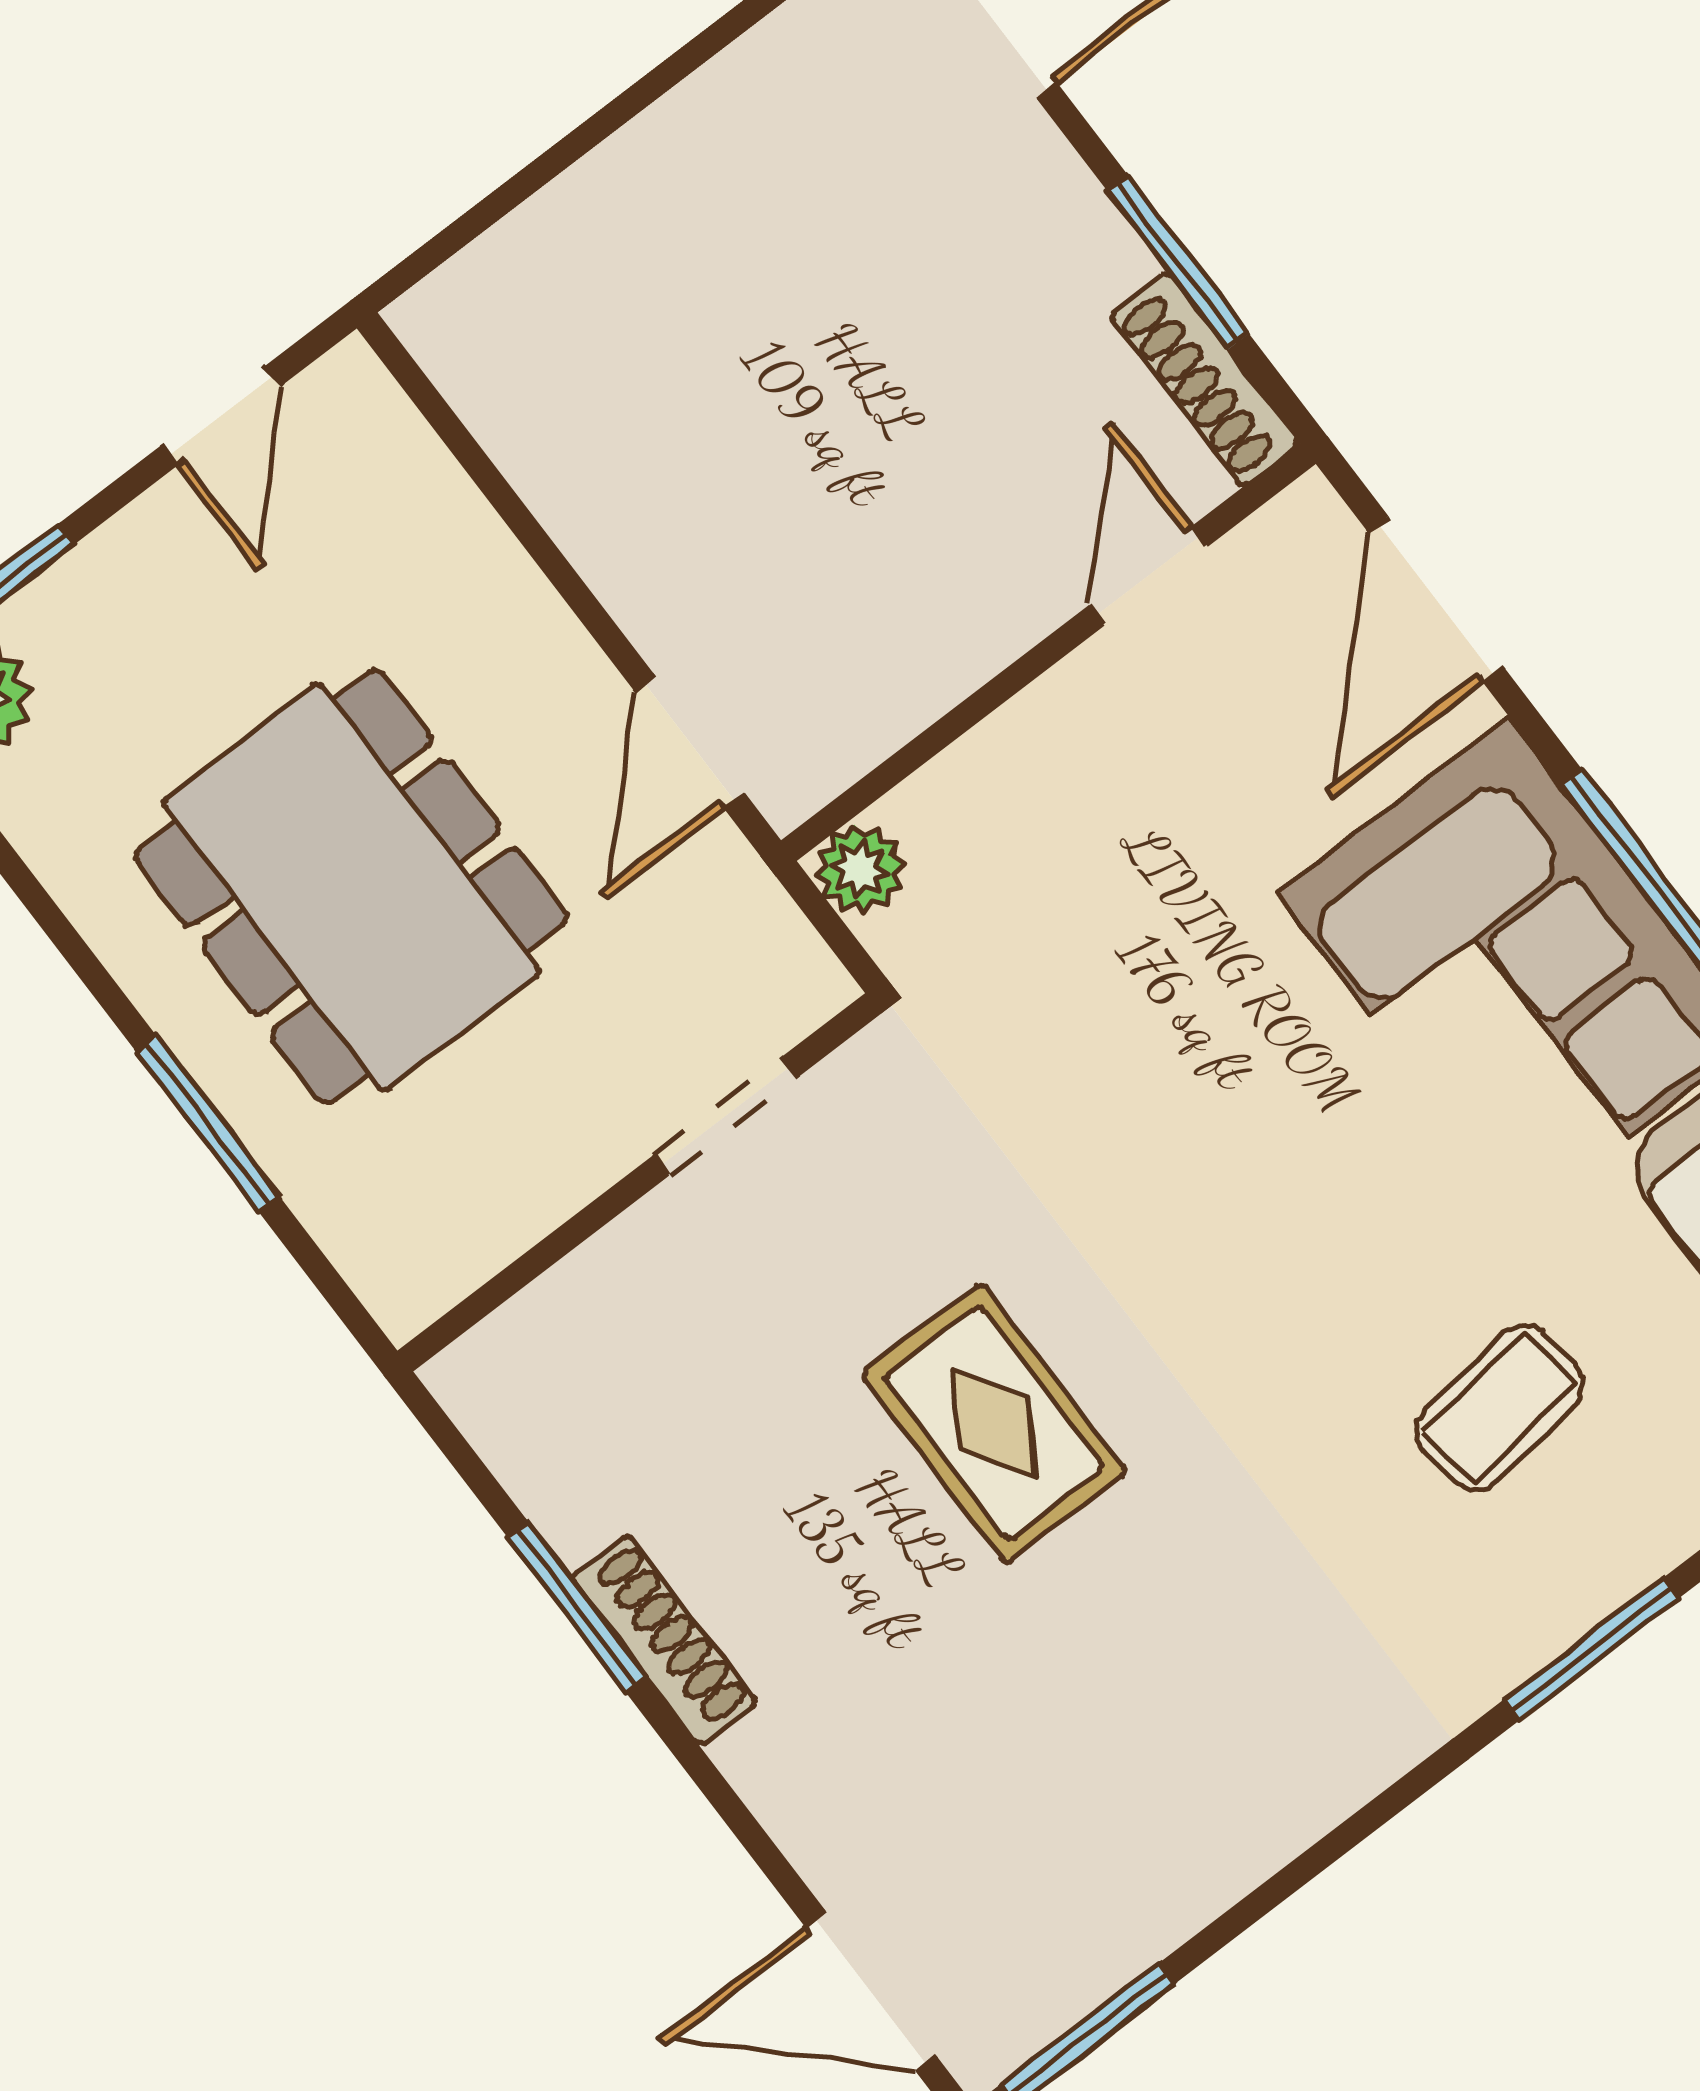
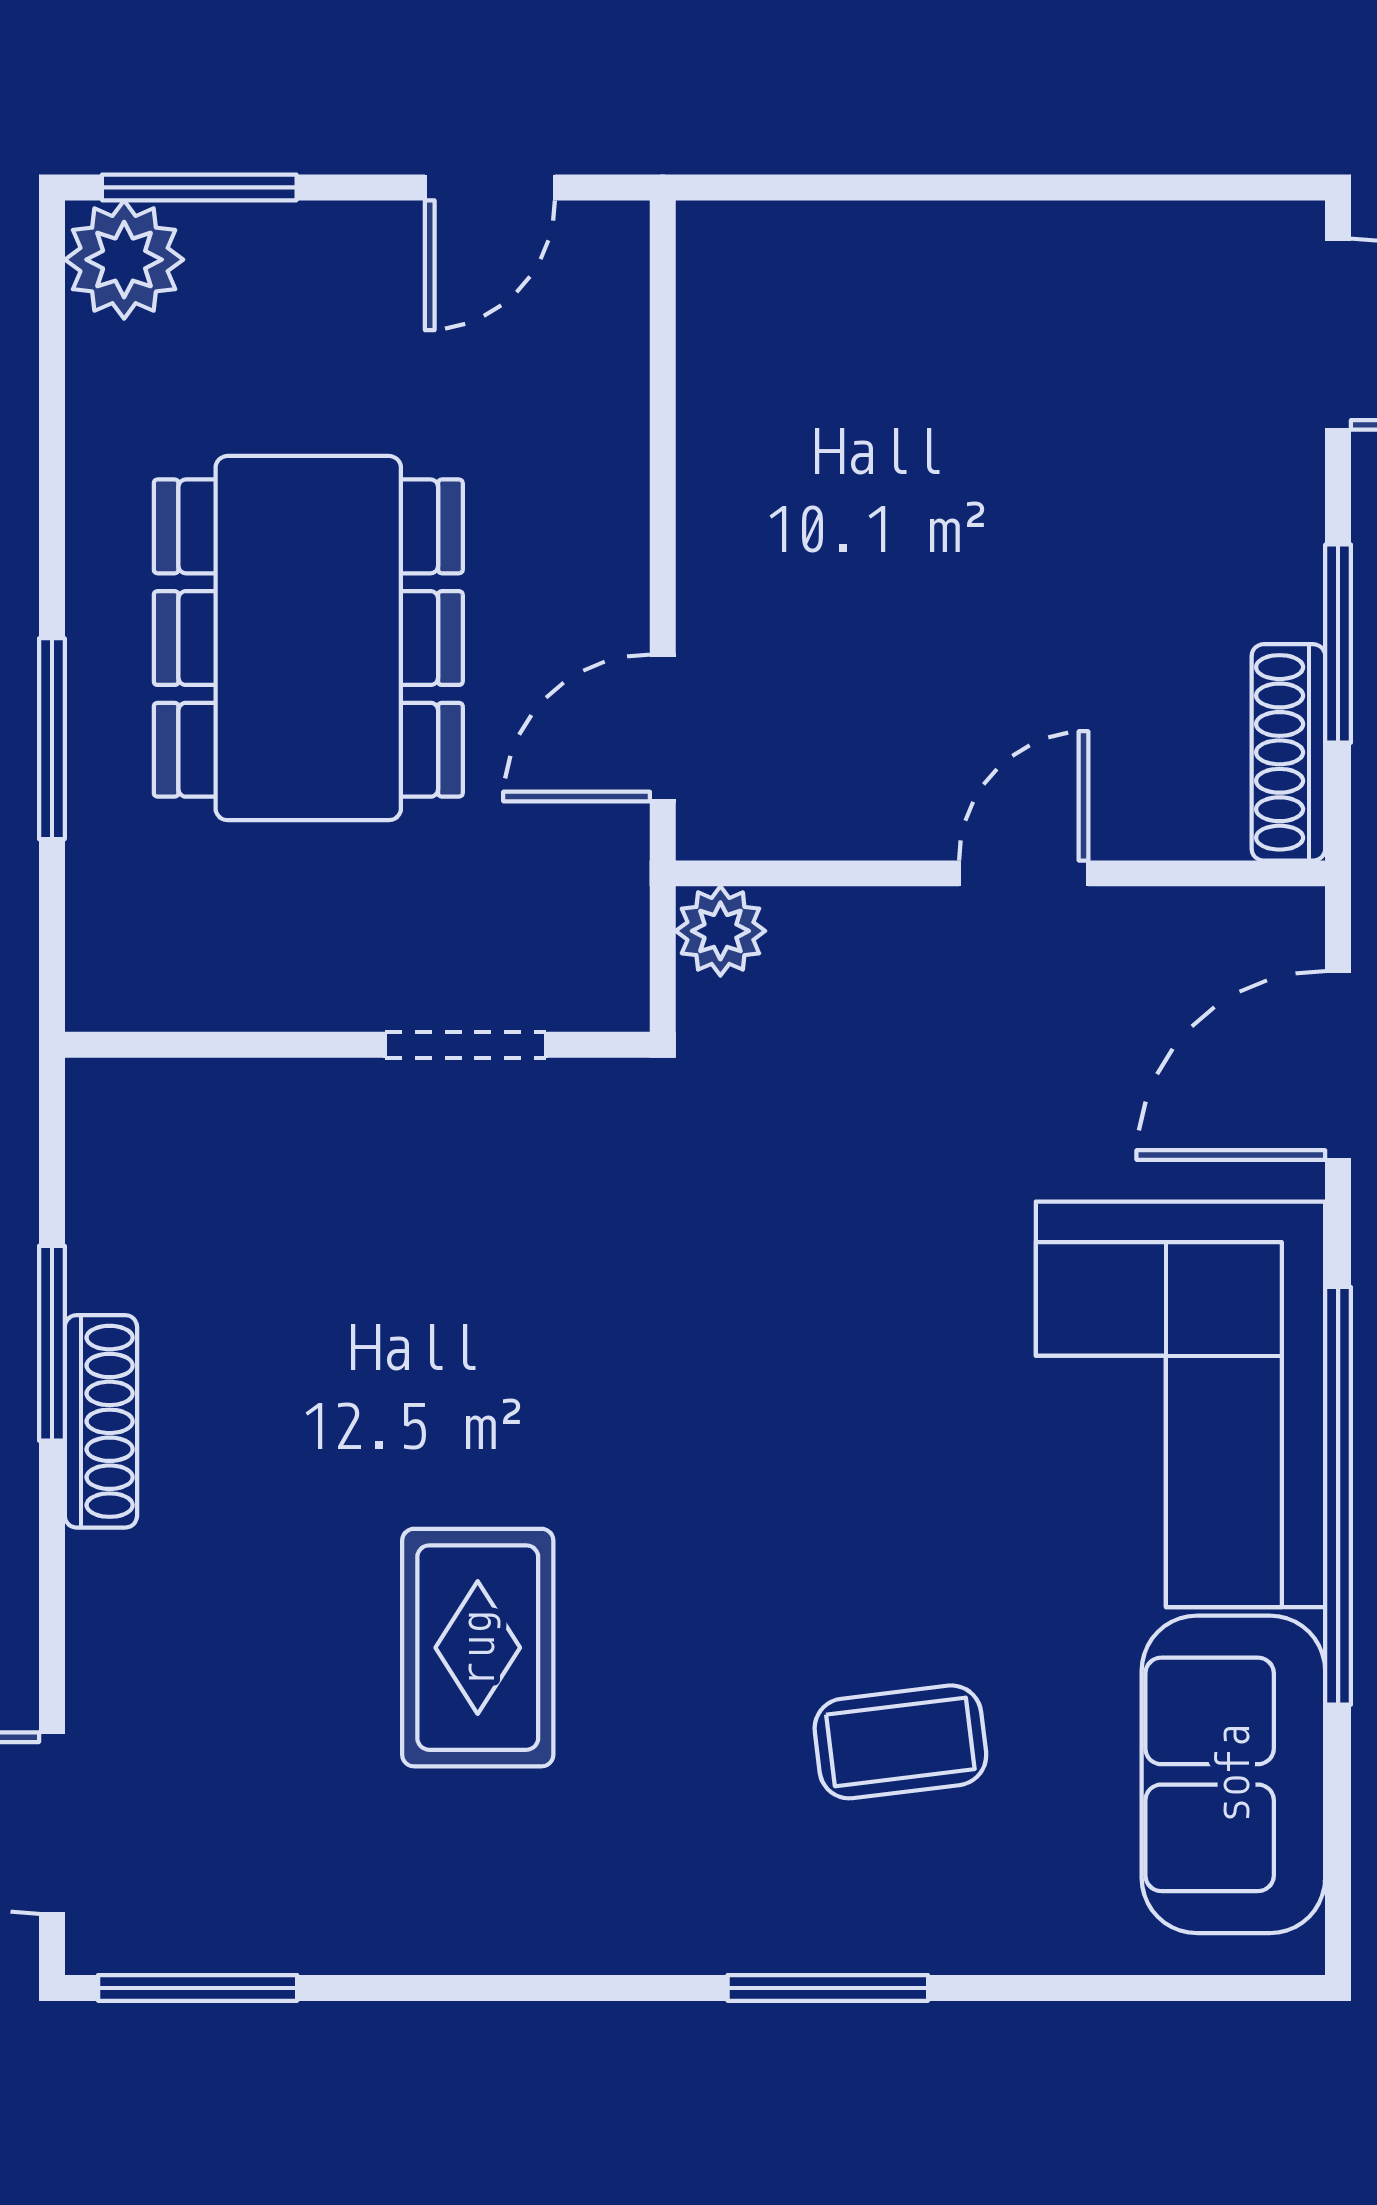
door: (1148, 576) -> (1024, 873), moved
rug: (994, 1423) -> (478, 1648), moved

